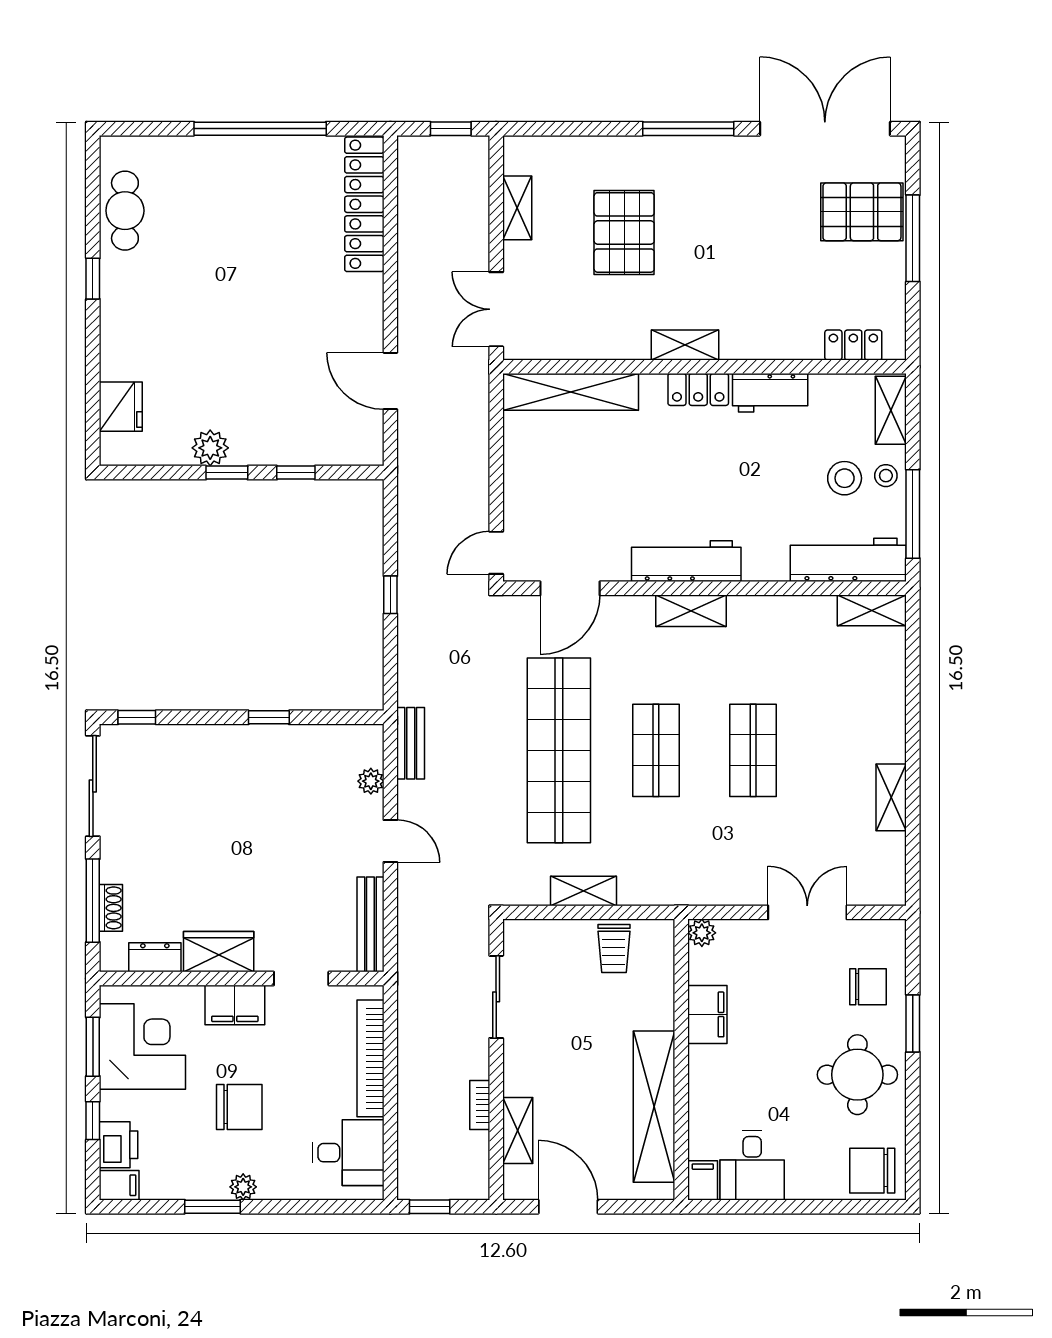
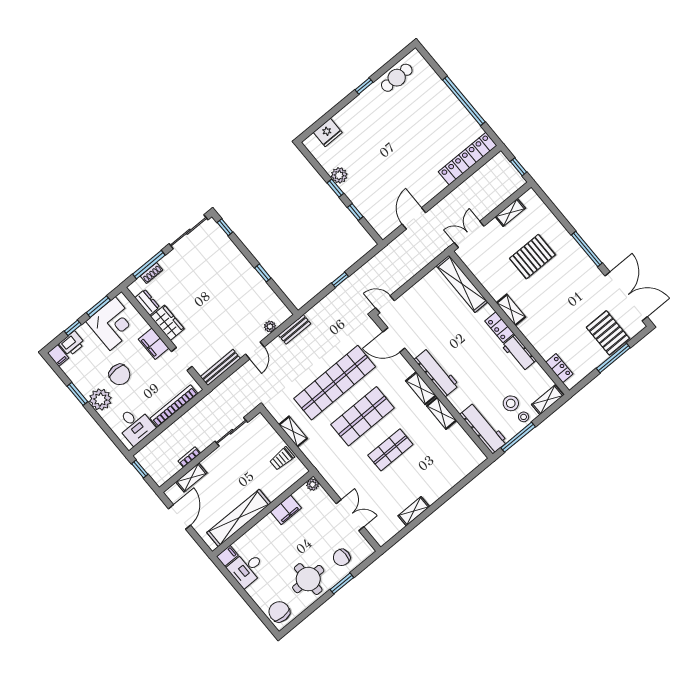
shelving: (872, 610) -> (442, 413), moved
shop shelf: (656, 750) -> (363, 416), width x1.43, depth x1.36
chair: (868, 987) -> (342, 557), turned 90
plant: (243, 1187) -> (100, 400), width x1.88, depth x1.88

